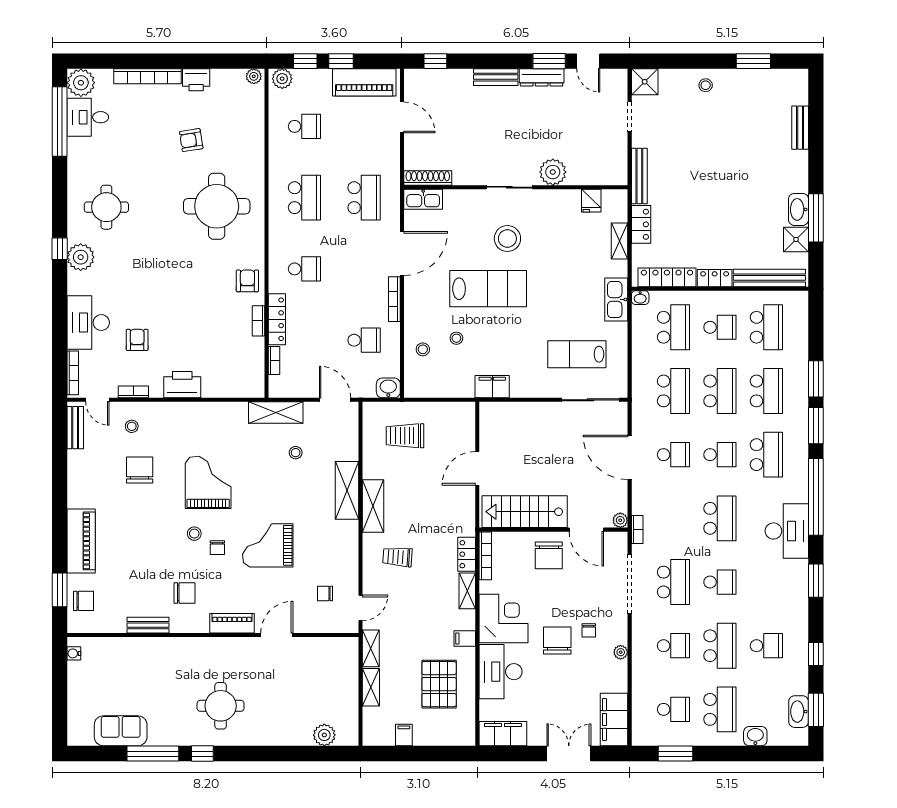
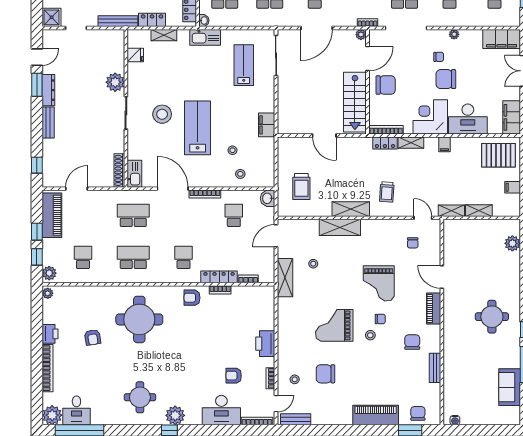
lab bench: (577, 354) -> (244, 65), turned 180
pallet: (439, 684) -> (498, 155), moved

